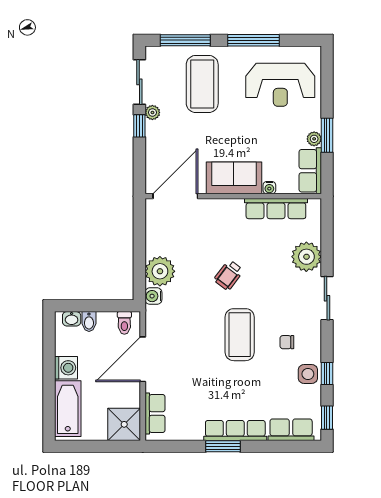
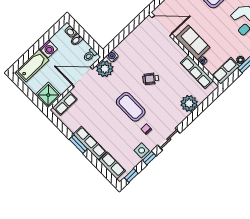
plant: (160, 271) -> (105, 69), moved
sliding door: (327, 298) -> (169, 139), moved
coffee table: (240, 335) -> (131, 107), turned 90

